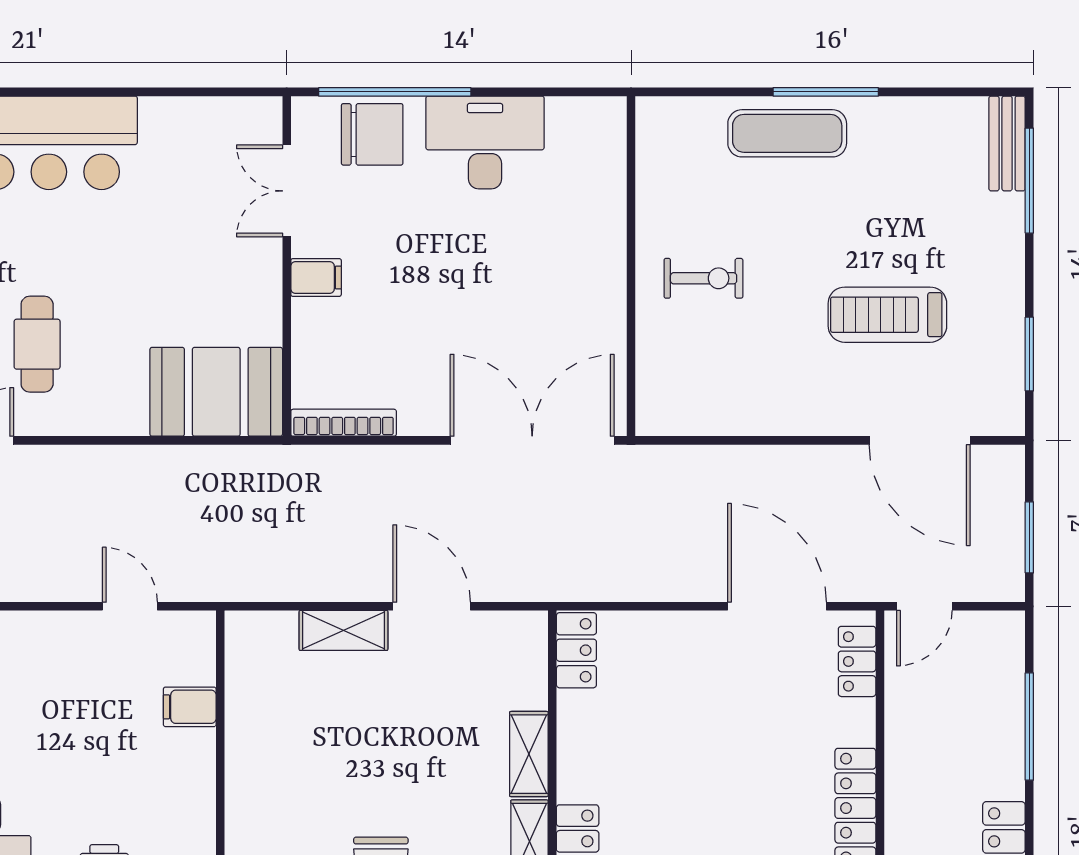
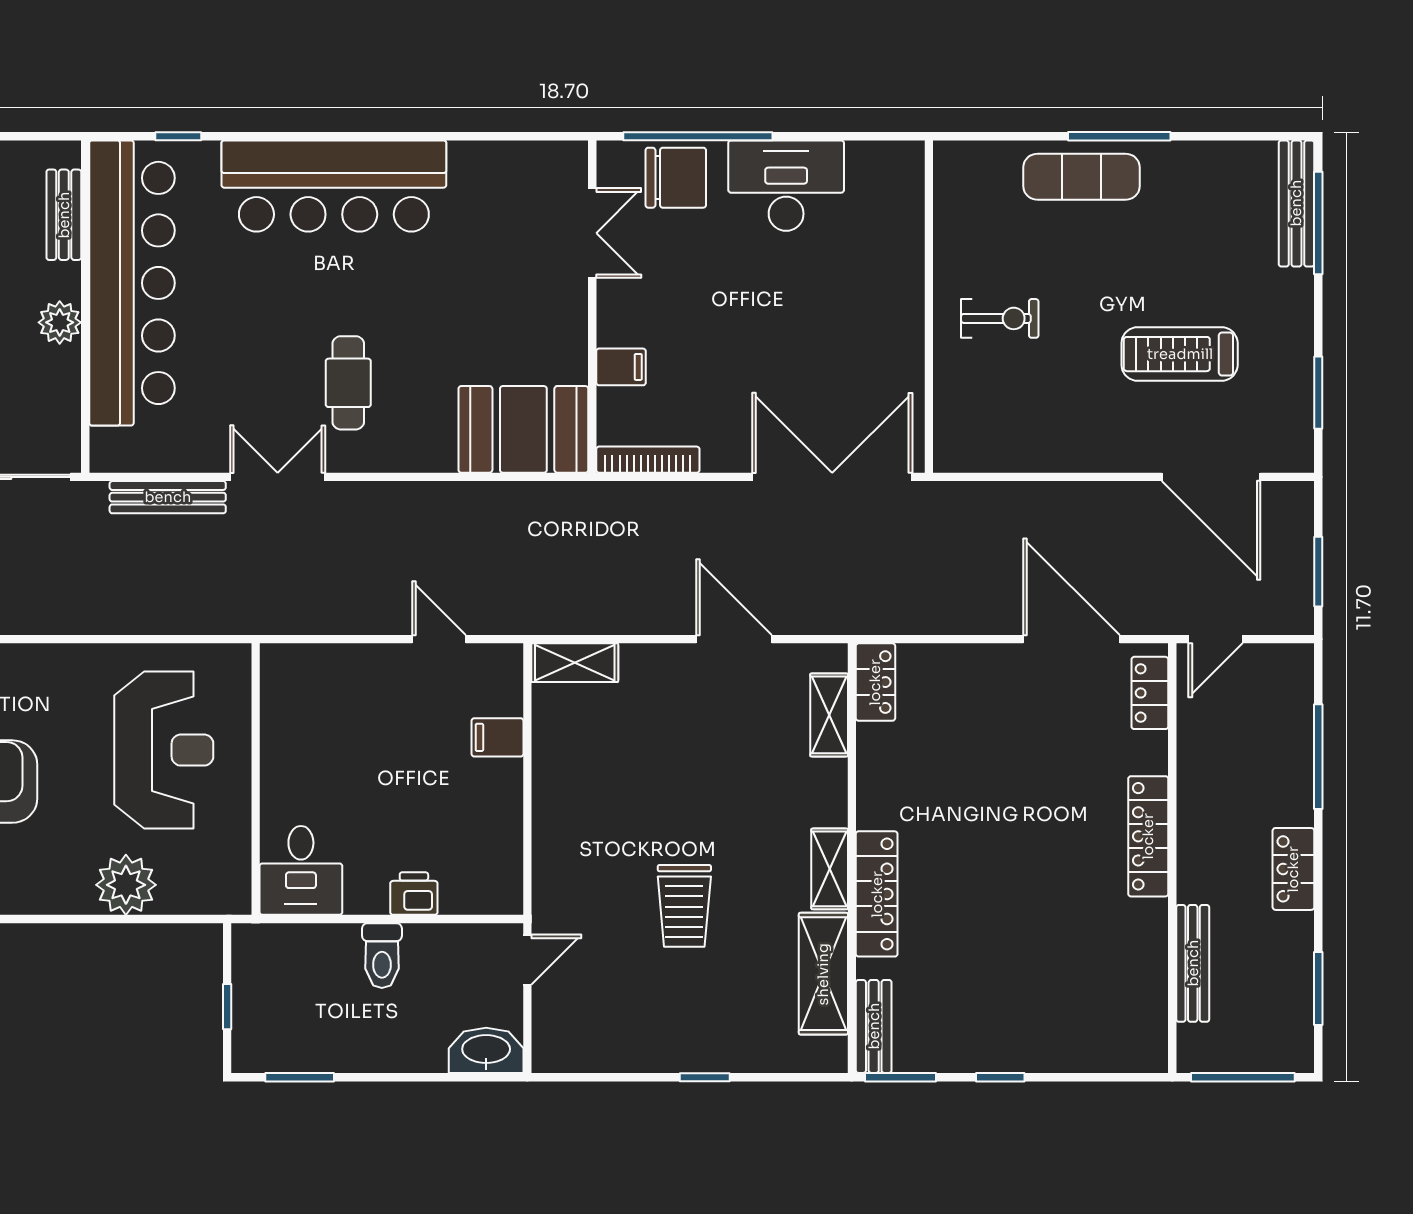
bench: (1007, 143) -> (1296, 203), width x1.36
double door: (287, 191) -> (592, 233), swing flipped
filing cabinet: (316, 277) -> (621, 367), moved
shelving: (344, 630) -> (575, 663), moved
shelving: (529, 754) -> (829, 715), moved

